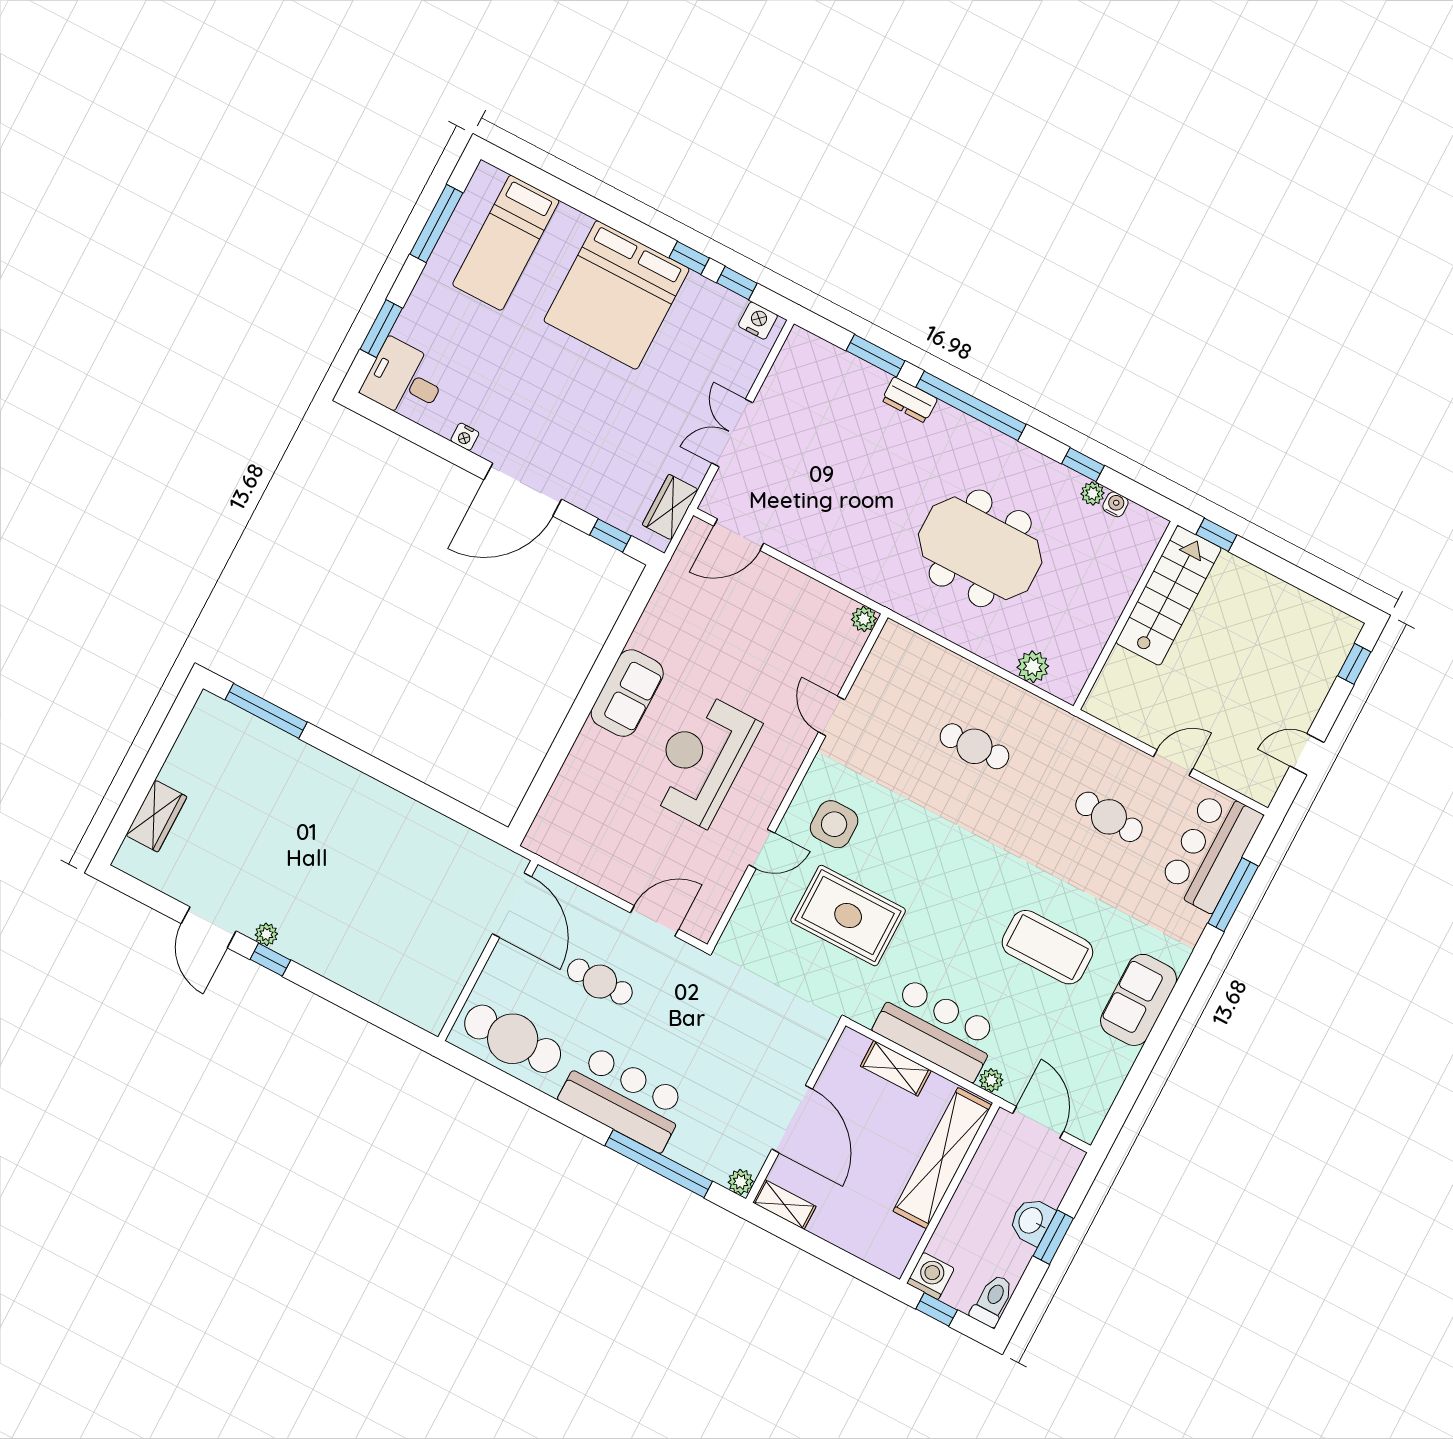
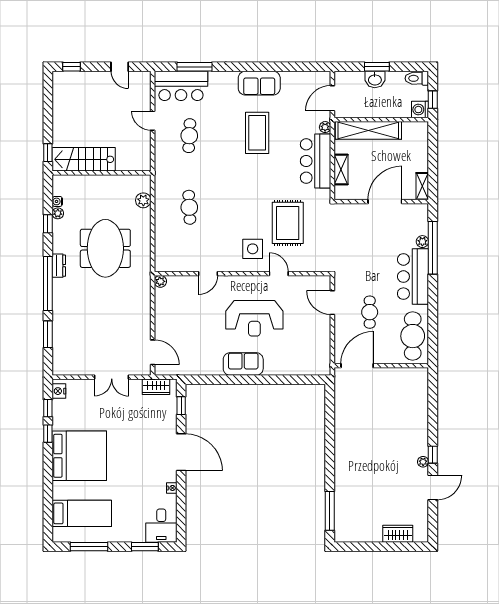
dresser: (910, 400) -> (59, 266), moved
plant: (741, 1182) -> (422, 242), moved

